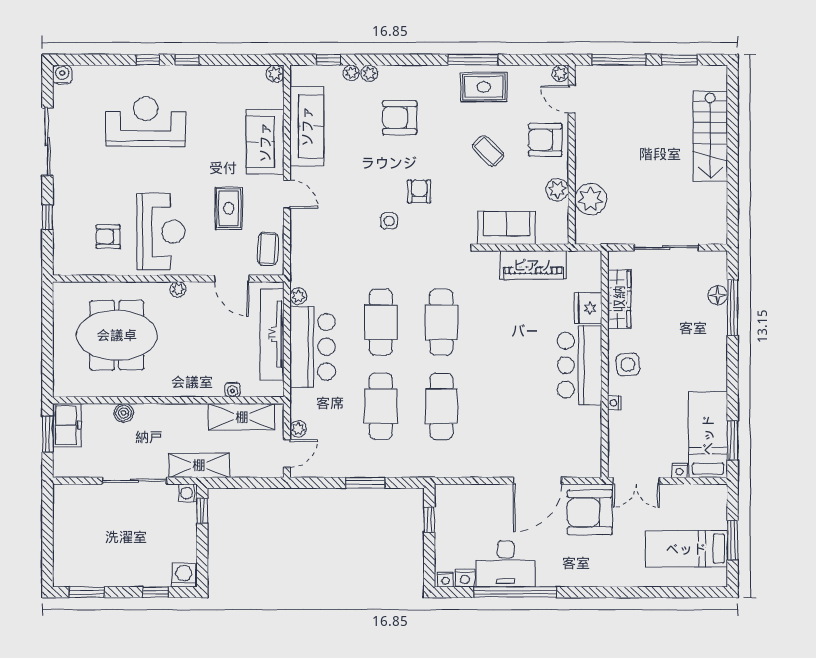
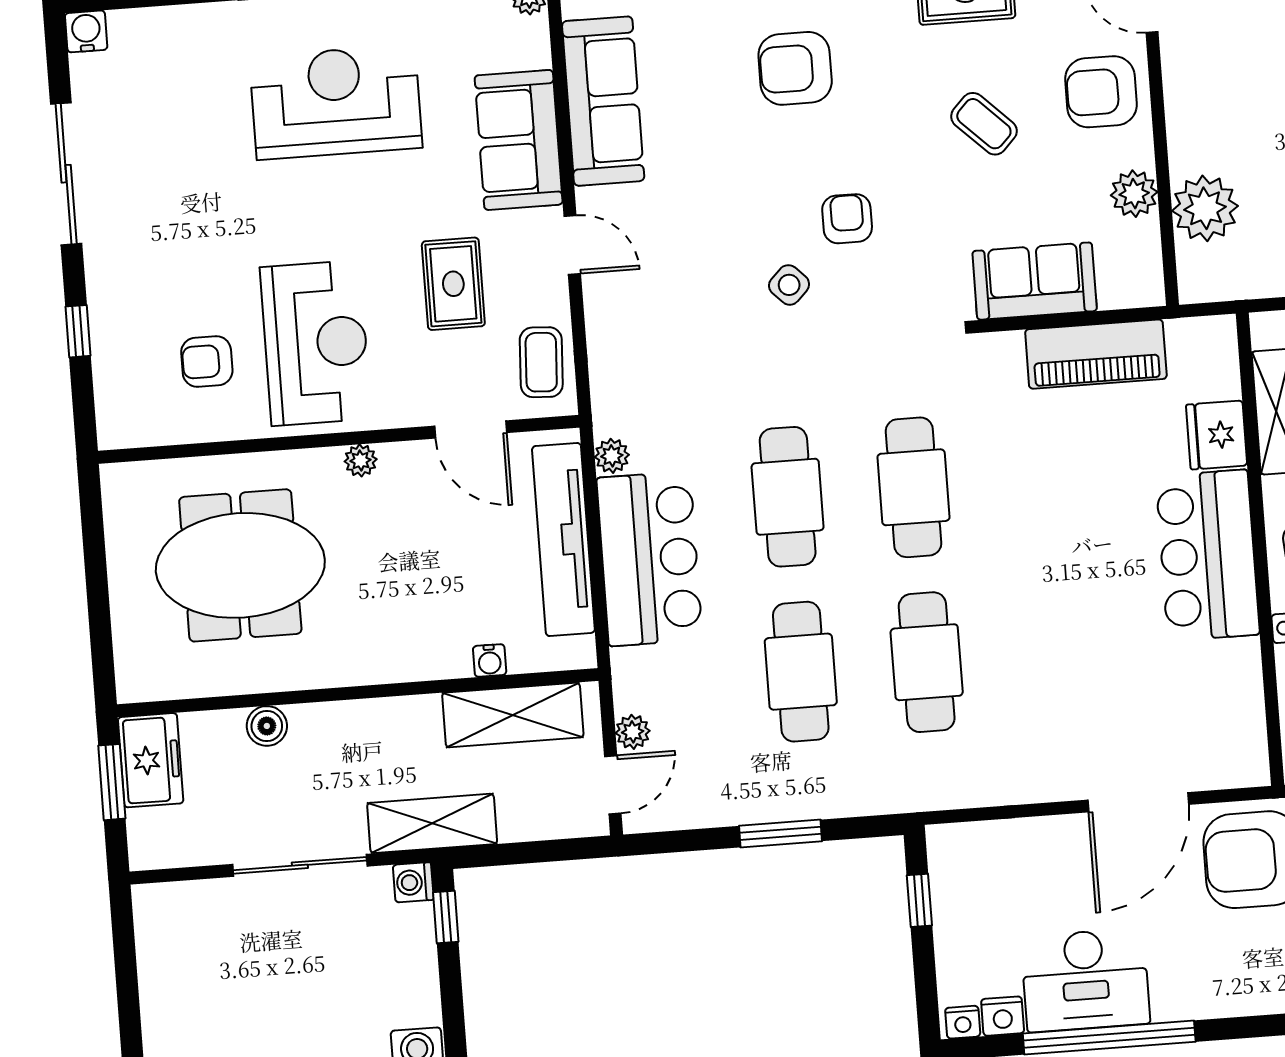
reception desk: (146, 122) -> (336, 102), moved
side table: (389, 221) -> (789, 285), turned 45

